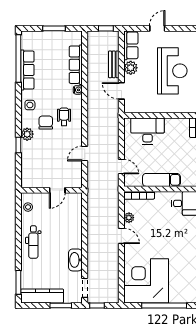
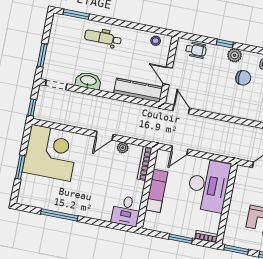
wheelchair: (64, 117) -> (196, 50), moved
desk: (147, 131) -> (208, 185), width x1.36, depth x1.30
door: (85, 154) -> (181, 109), moved
dental chair: (33, 242) -> (103, 38), moved
kitchen counter: (42, 296) -> (138, 90), moved, turned -90
window: (97, 305) -> (32, 107), moved
window: (164, 305) -> (20, 167), width x0.47

